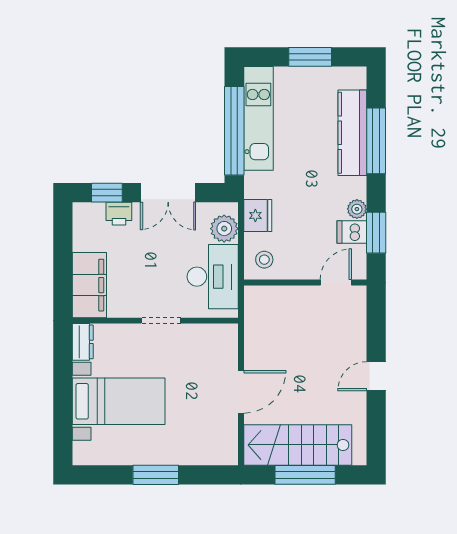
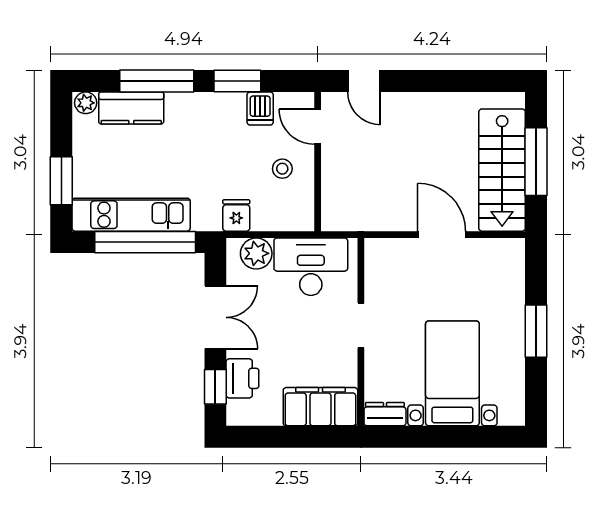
window: (310, 57) -> (61, 181), moved
kitchen counter: (352, 133) -> (131, 108), width x0.67
plant: (357, 209) -> (86, 103), moved
printer: (119, 214) -> (242, 378), width x1.36, depth x1.24
fridge: (258, 215) -> (236, 215), width x0.72
window: (376, 233) -> (237, 81), moved
stool: (264, 260) -> (282, 169), moved
door: (376, 376) -> (364, 81), moved

